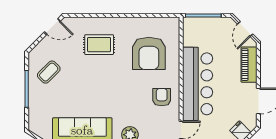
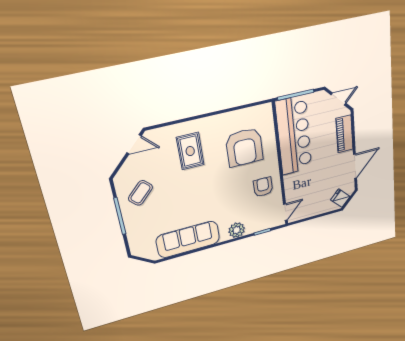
door: (245, 29) -> (339, 99), swing flipped
rug: (99, 45) -> (190, 151), turned 90
bar counter: (198, 84) -> (294, 135), moved

